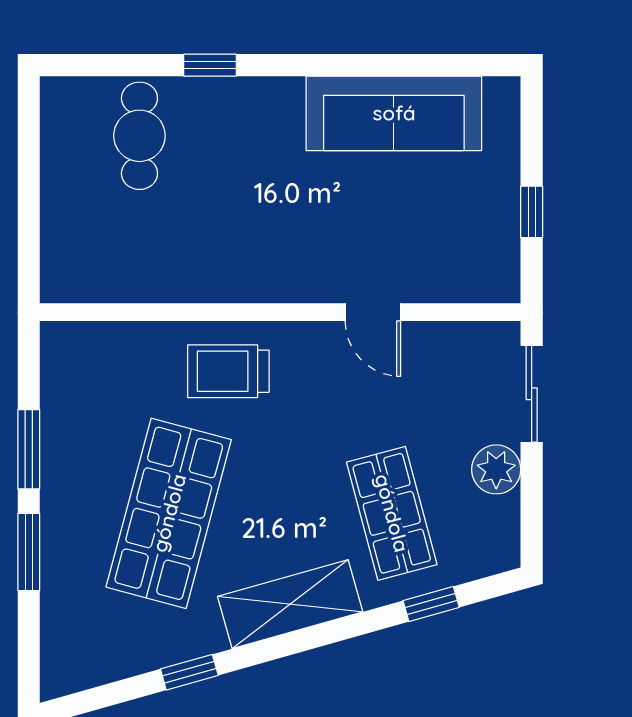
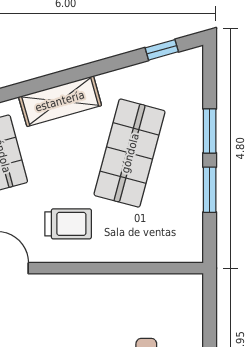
trolley: (228, 371) -> (68, 224), moved
window: (189, 672) -> (162, 50), moved

